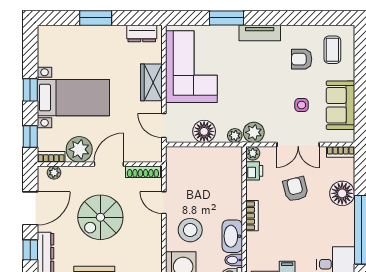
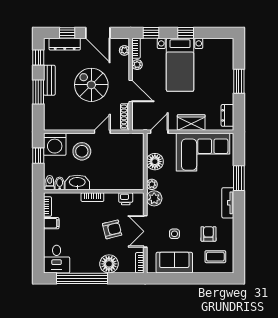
plant: (79, 149) -> (137, 65), width x0.53, depth x0.53
plant: (253, 153) -> (139, 198), removed

